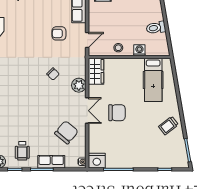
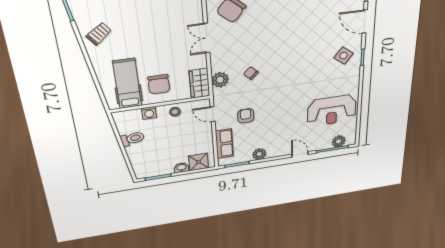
armchair: (59, 33) -> (246, 116), turned -90
door: (87, 40) -> (213, 114), hinge flipped
plant: (79, 85) -> (220, 80), moved
chair: (117, 113) -> (159, 84), moved, turned -90

